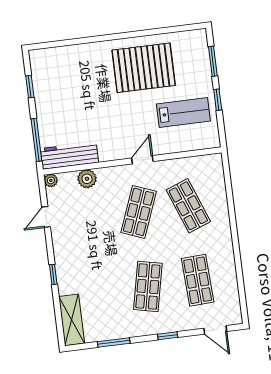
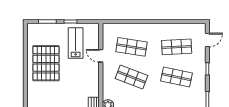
door: (142, 160) -> (101, 56), moved
shop shelf: (188, 206) -> (131, 47), turned 30

